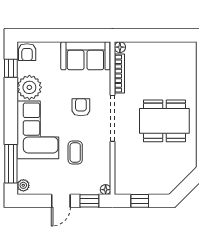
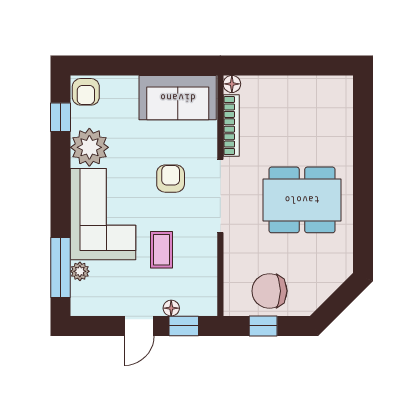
chair: (144, 179) -> (269, 291), added
plant: (23, 185) -> (80, 271), moved
floor lamp: (106, 190) -> (171, 308), moved

